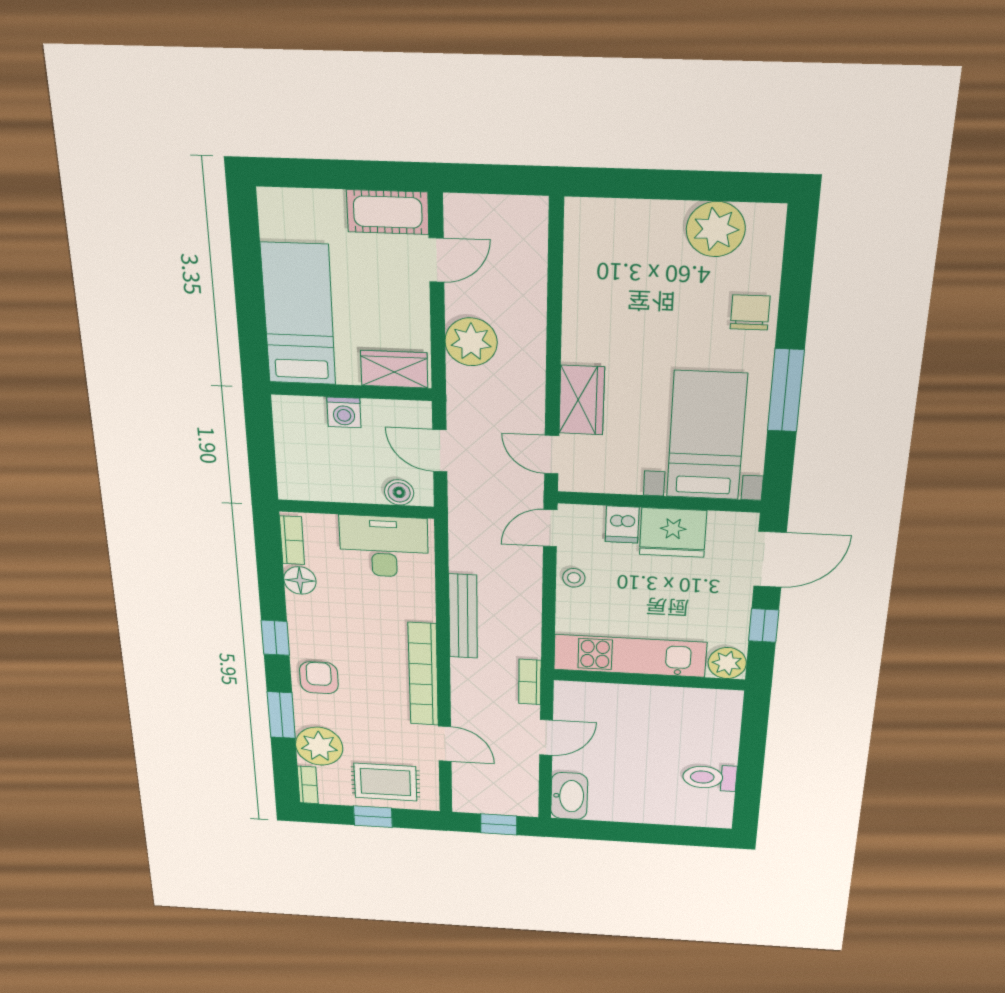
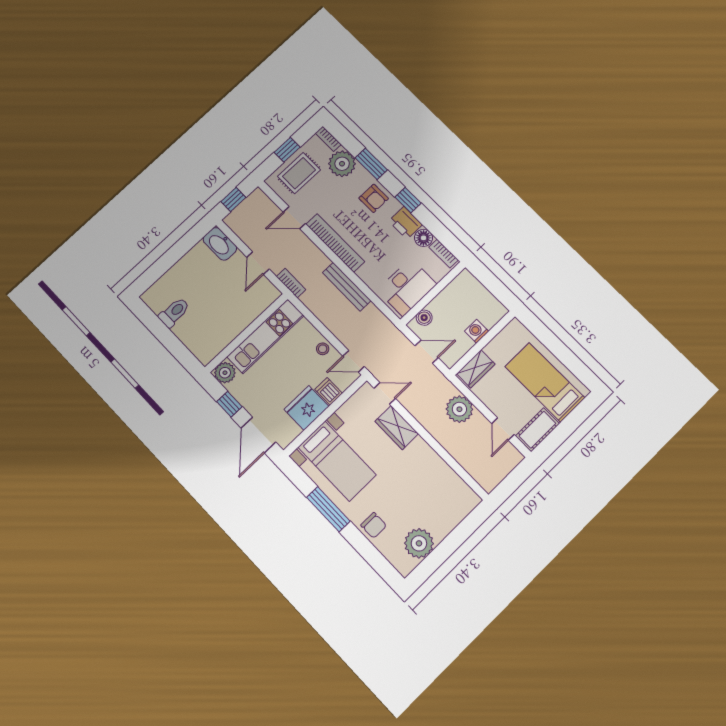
bed: (298, 314) -> (545, 382), moved, turned 180
door: (550, 528) -> (354, 361), swing flipped
printer: (306, 617) -> (405, 223), added

